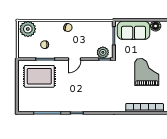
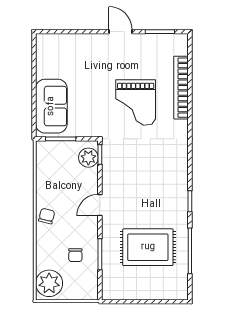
floor lamp: (156, 26) -> (44, 69), removed
door: (75, 59) -> (100, 205), swing flipped
grand piano: (147, 72) -> (136, 102), moved, turned -90
rug: (39, 76) -> (148, 247), moved, turned 90

